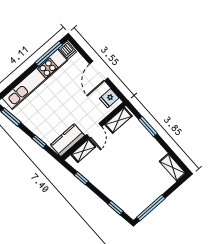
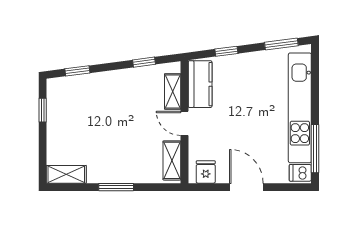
window: (148, 127) -> (116, 187), moved
window: (151, 208) -> (43, 110), width x0.46

